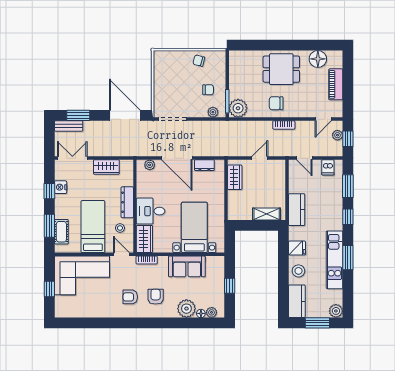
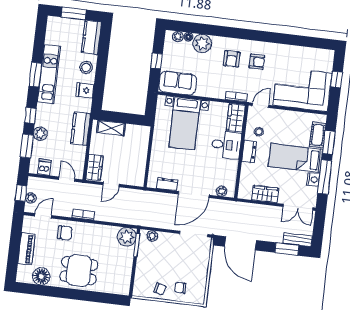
chair: (208, 90) -> (180, 288), moved
chair: (276, 103) -> (65, 233), moved
door: (177, 158) -> (194, 195), swing flipped
wardrobe: (235, 177) -> (94, 167), moved, turned 180
window: (49, 191) -> (325, 177), width x2.17
dresser: (127, 202) -> (249, 152), width x0.70
bed: (93, 227) -> (295, 158), moved, turned 90
door: (121, 254) -> (261, 105), swing flipped
sofa: (187, 266) -> (178, 83), moved
plant: (336, 311) -> (40, 134), moved

